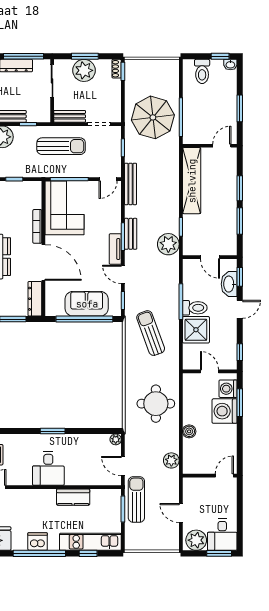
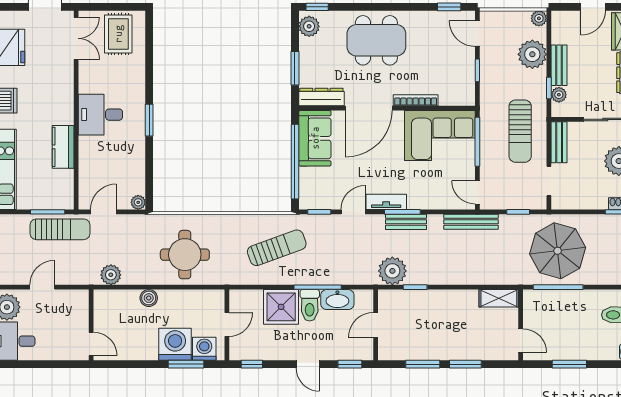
plant: (33, 116) -> (559, 95), added
shelving: (192, 181) -> (499, 298), width x0.45, depth x0.75
washbasin: (229, 284) -> (337, 300), moved, turned 180
sofa: (87, 304) -> (315, 138), moved

